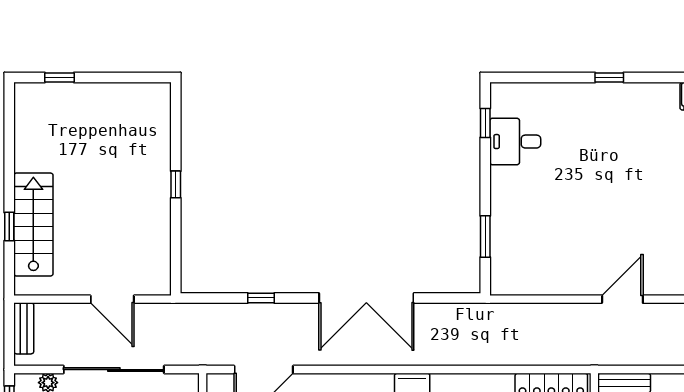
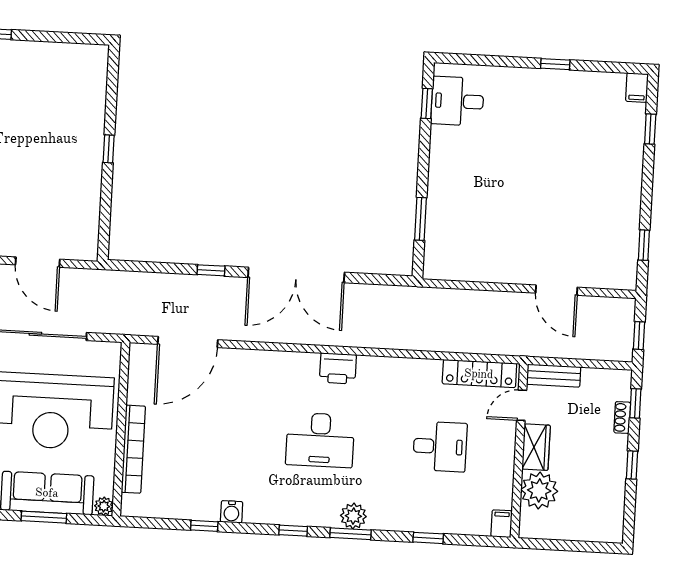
desk: (515, 142) -> (457, 101), moved
window: (261, 298) -> (211, 270), moved
door: (622, 299) -> (557, 290), swing flipped

